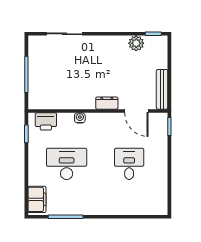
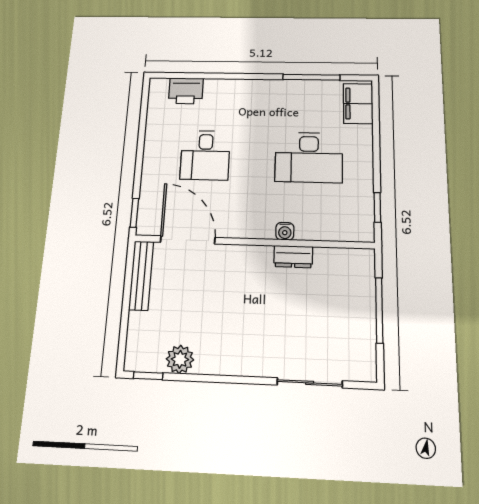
dresser: (107, 103) -> (293, 257), moved
door: (136, 111) -> (188, 240), width x1.36
printer: (46, 121) -> (186, 91), moved, turned 180

